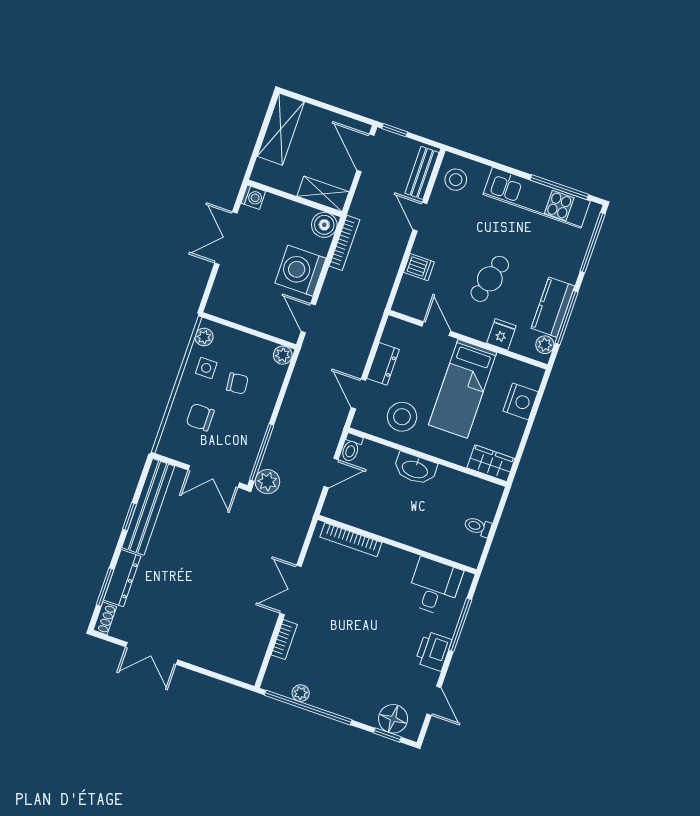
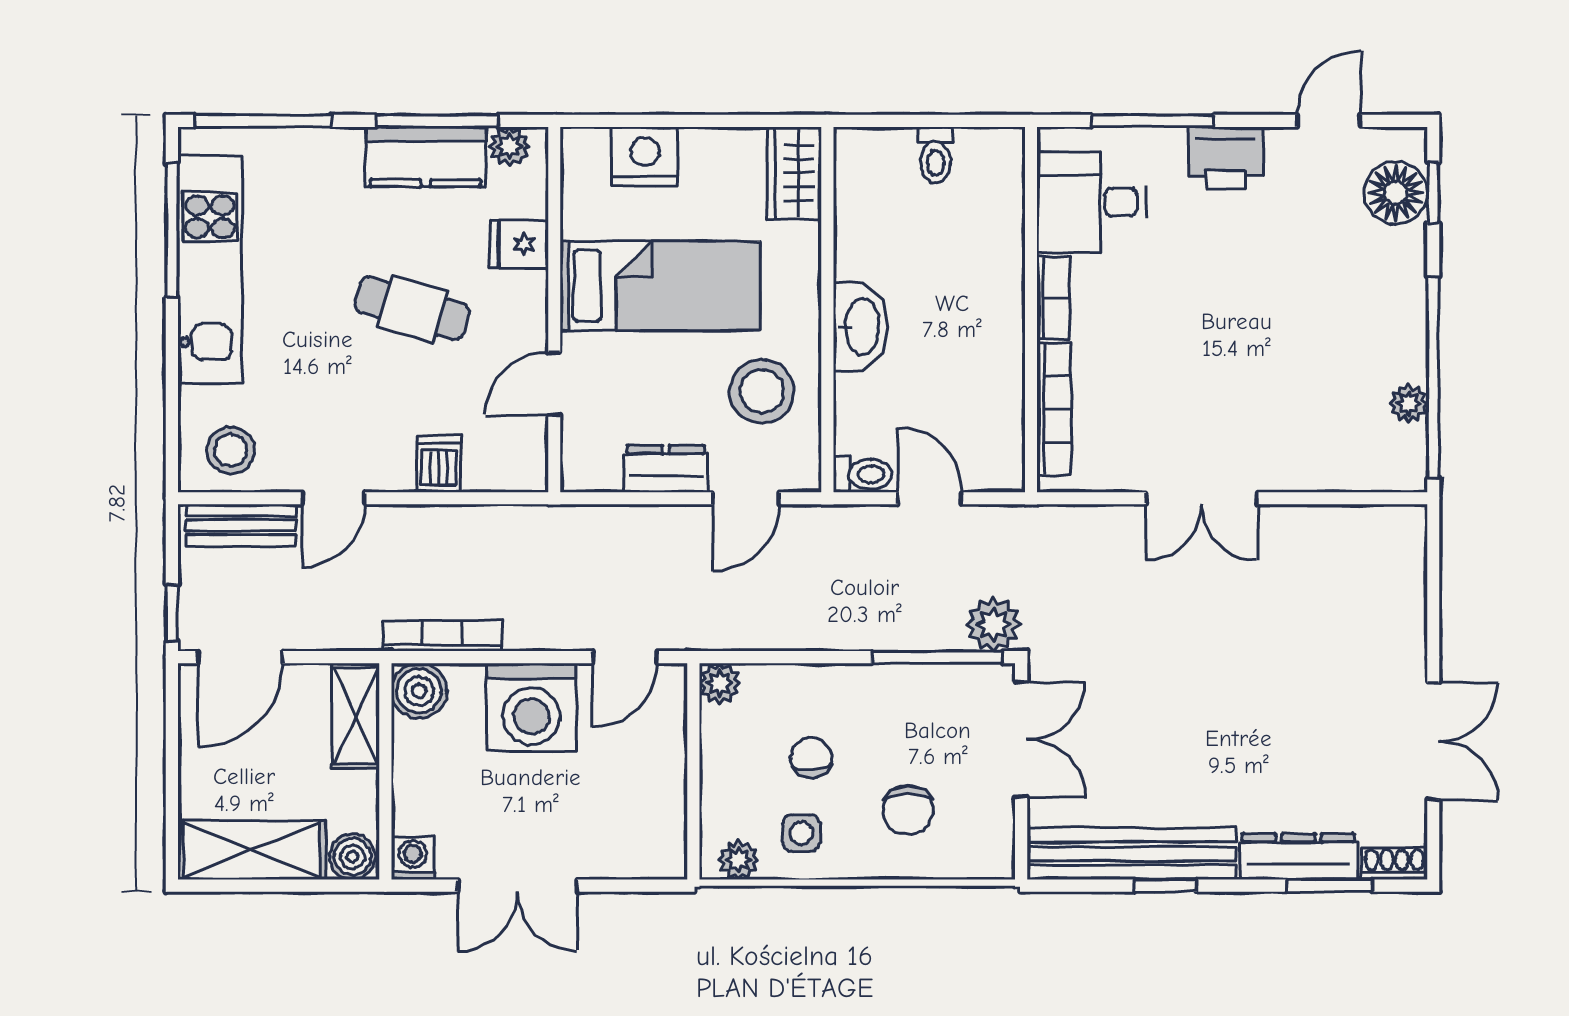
boiler: (263, 171) -> (352, 857), added
bookcase: (284, 640) -> (1053, 298), moved, turned 90

